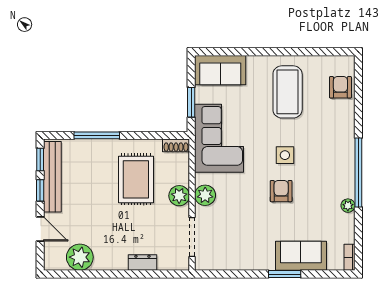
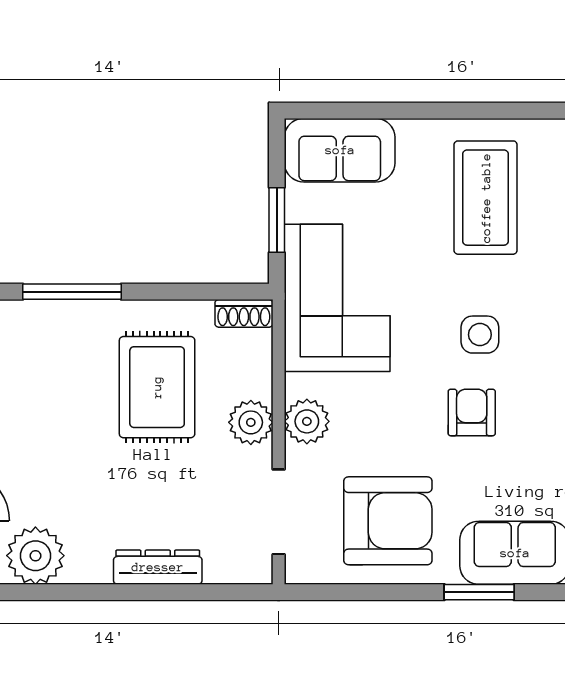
armchair: (242, 241) -> (388, 521), added
dresser: (142, 263) -> (158, 567), width x1.44

